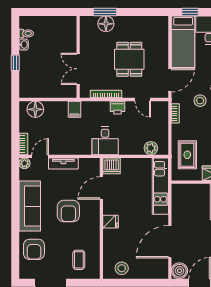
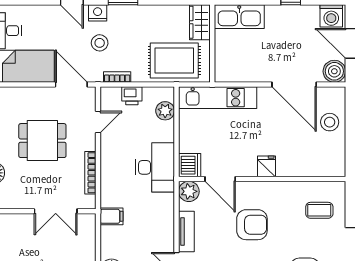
printer: (117, 108) -> (132, 96), moved, turned 90
desk: (105, 141) -> (155, 167), width x1.37
rug: (187, 155) -> (174, 60), width x1.36, depth x1.43
plant: (92, 165) -> (189, 191), added
stool: (122, 268) -> (330, 122), moved

